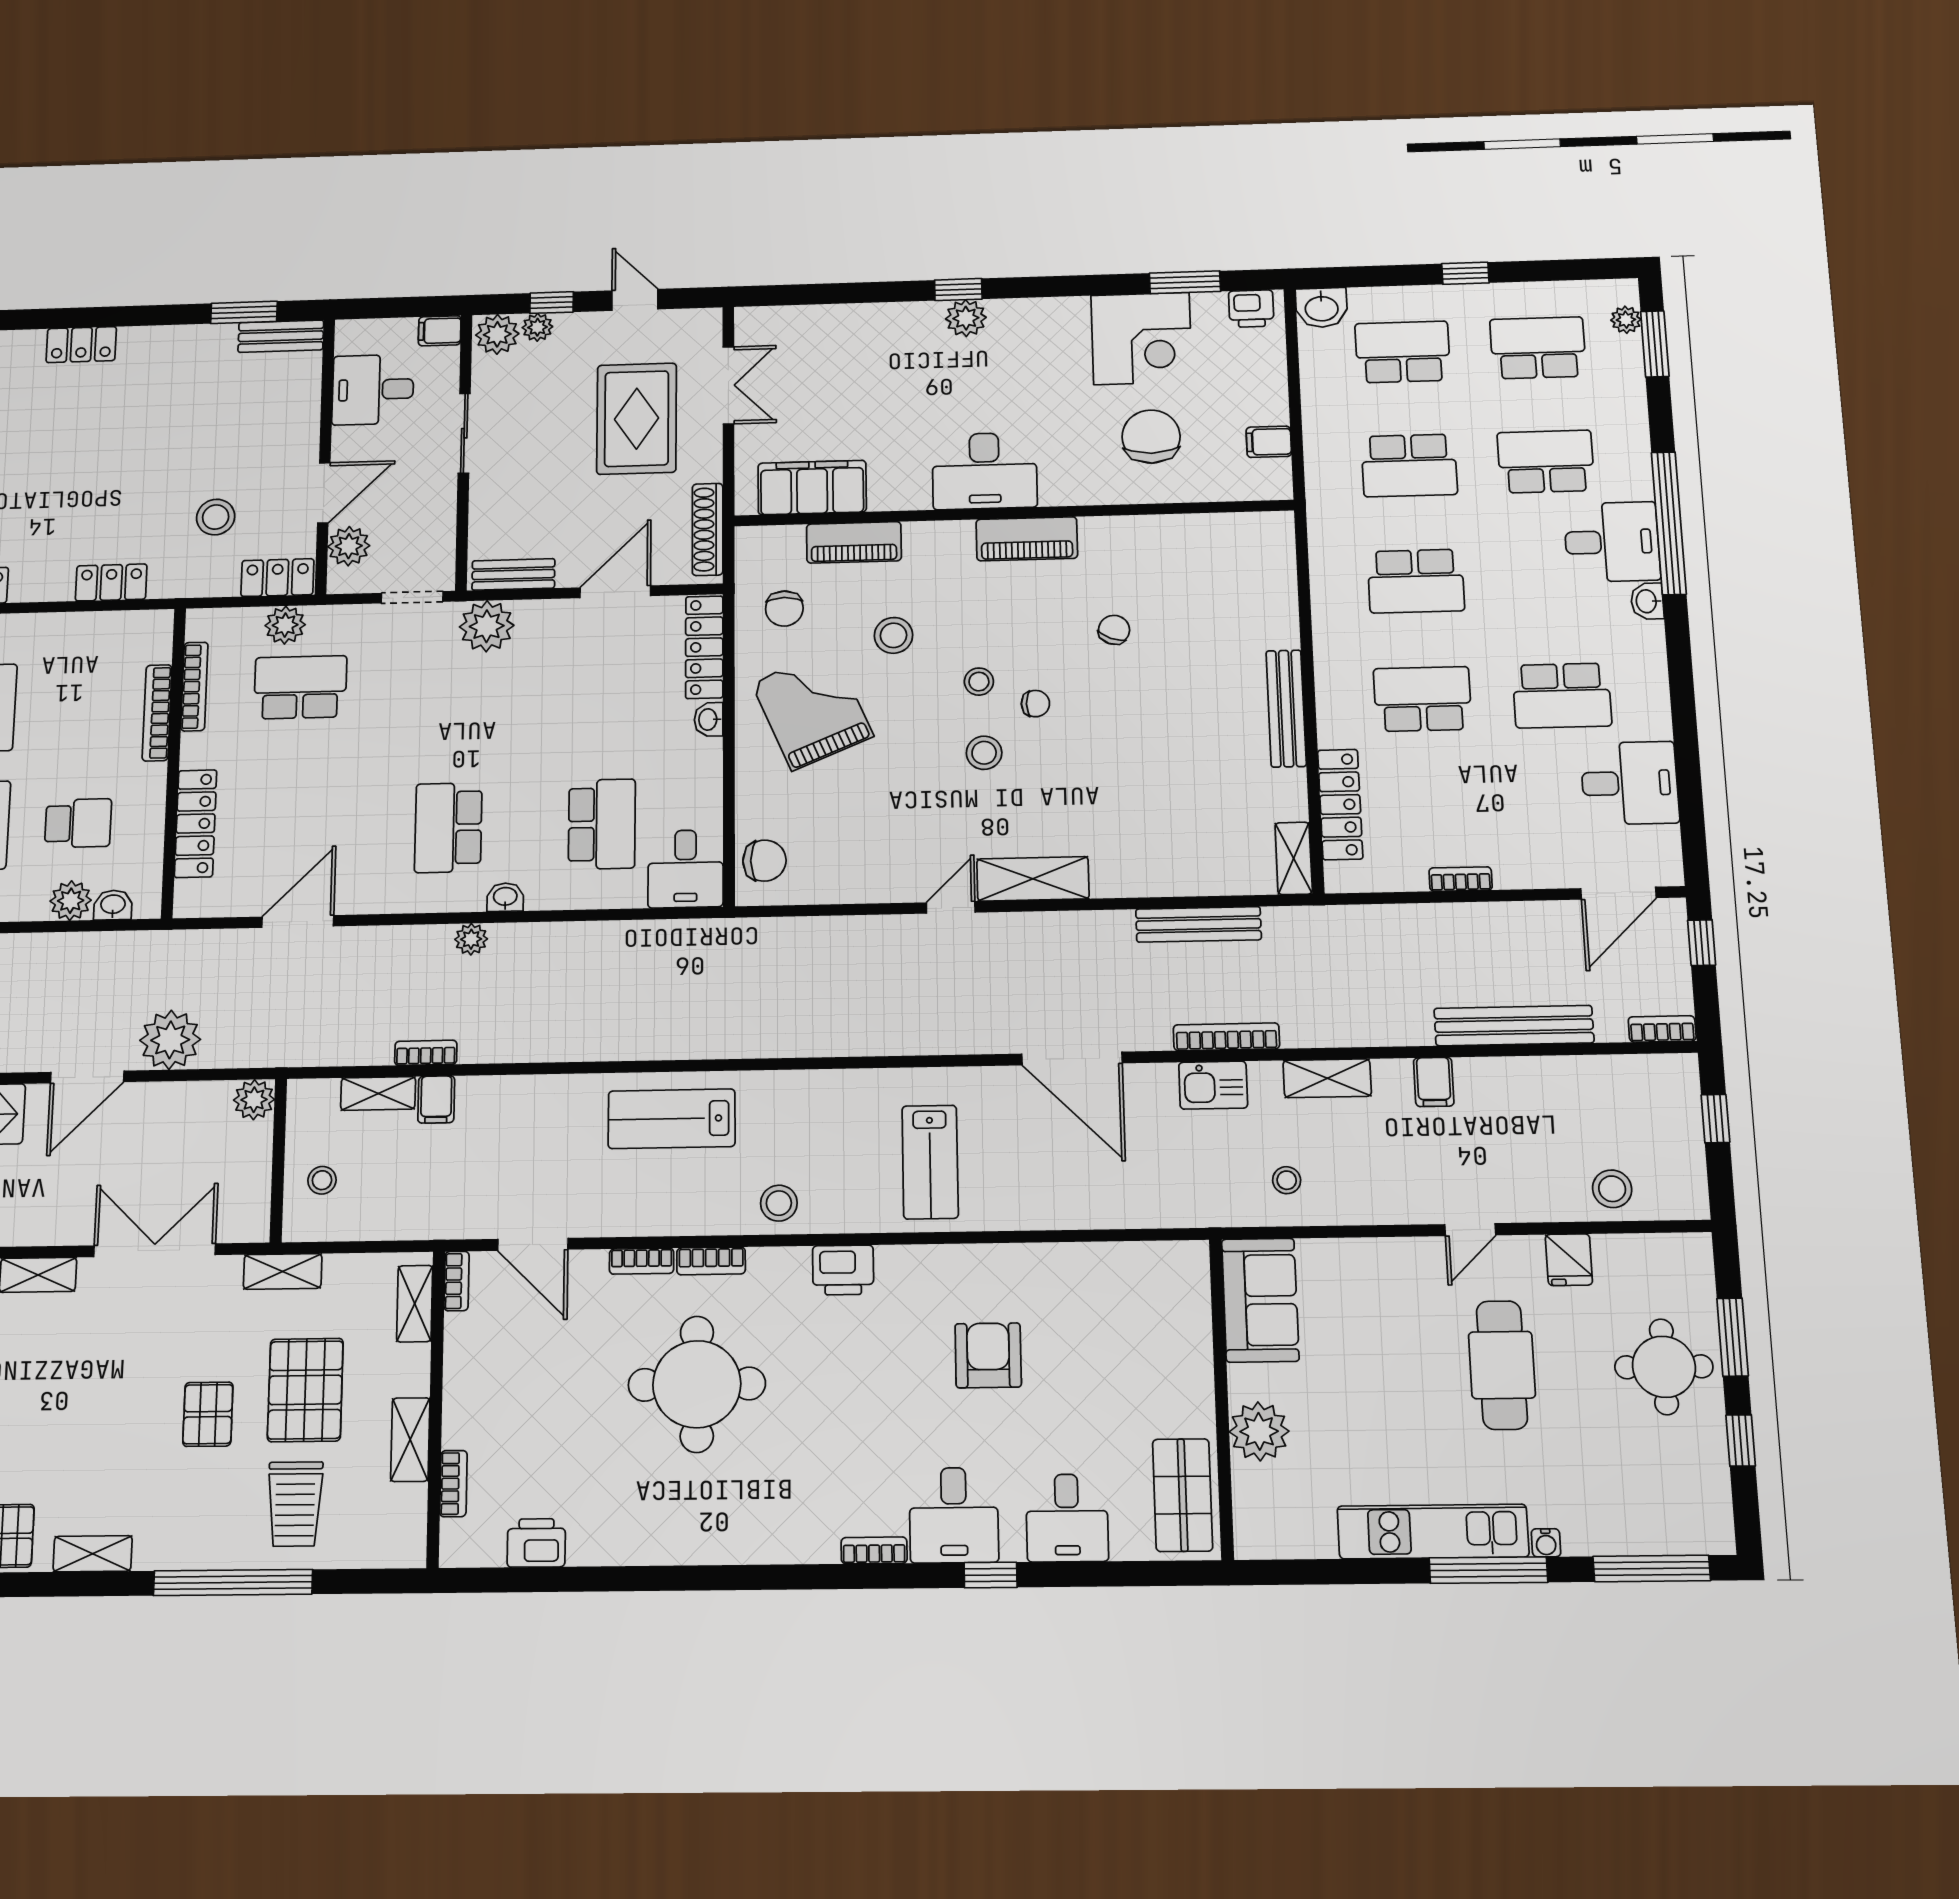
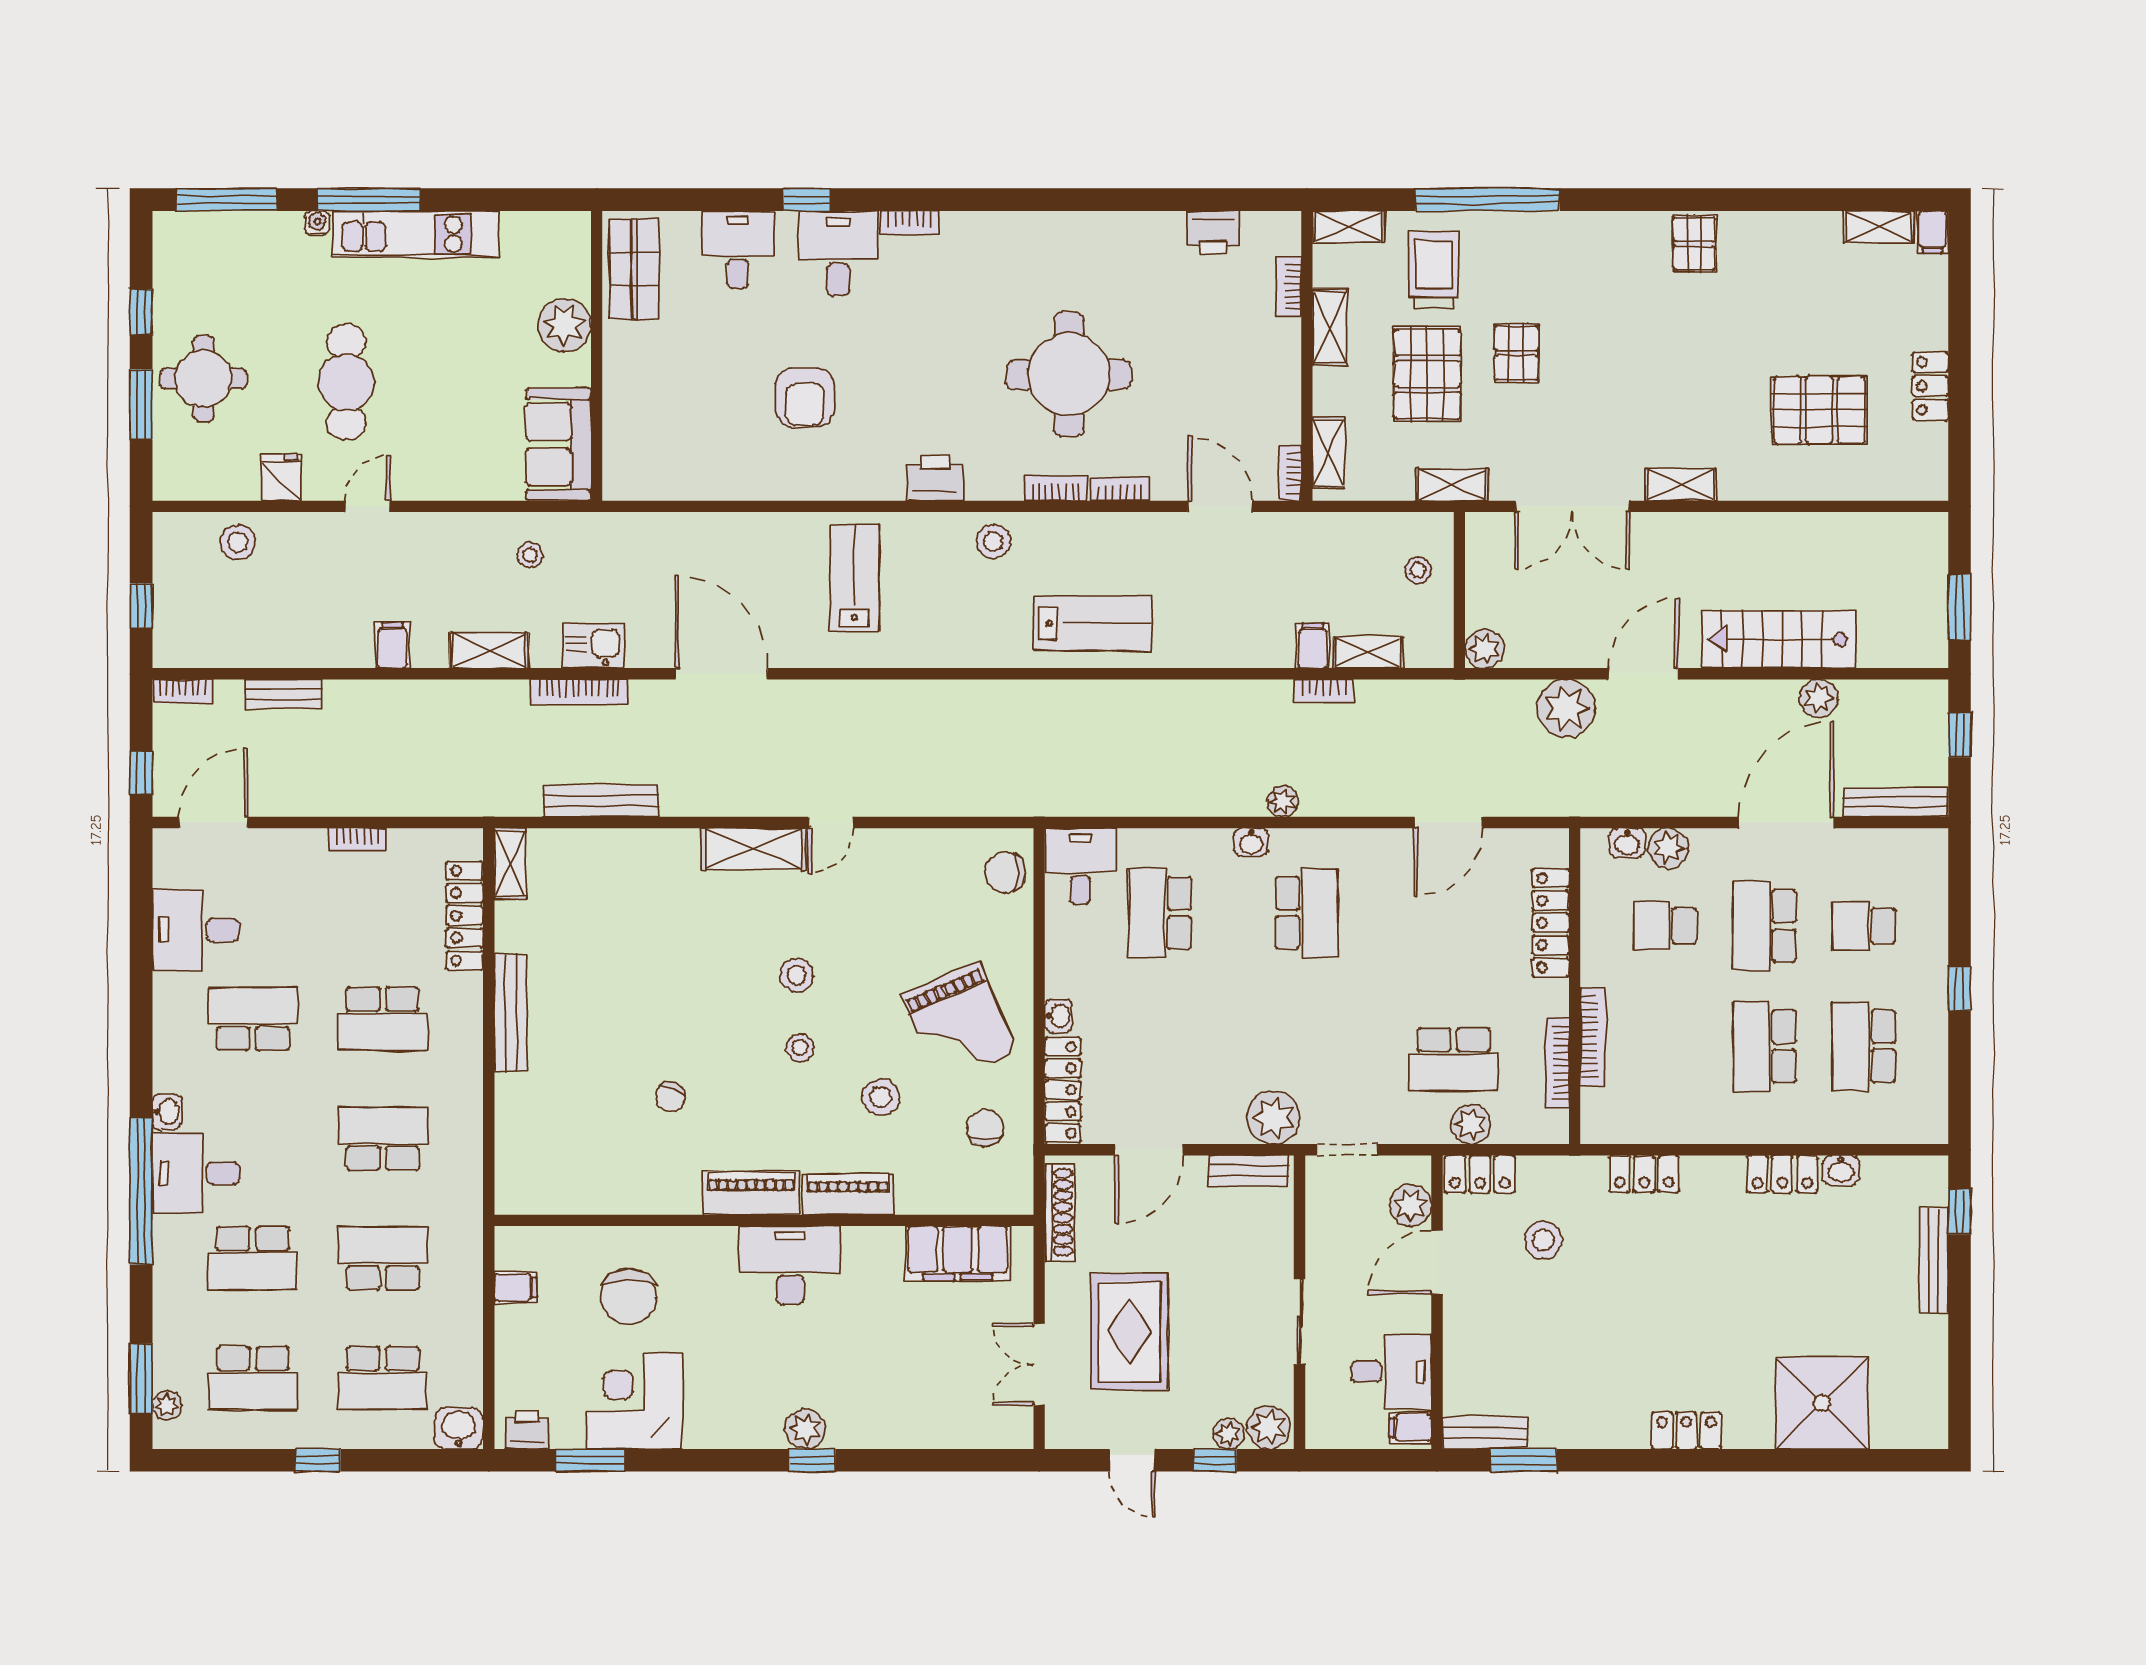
filing cabinet: (440, 331) -> (1410, 1428), moved, turned 180
piano: (854, 542) -> (848, 1194), moved
chair: (1035, 704) -> (747, 1024), removed
bench: (1514, 1026) -> (283, 694), width x0.54, depth x0.82
shelving: (93, 1554) -> (1348, 227), moved

